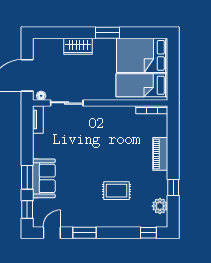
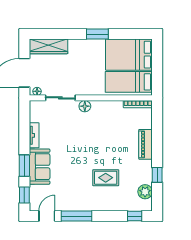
wardrobe: (78, 46) -> (48, 46), moved, width x1.50
floor lamp: (94, 112) -> (85, 106), added
tv unit: (38, 120) -> (34, 135), moved
window: (84, 233) -> (76, 216), width x1.44

